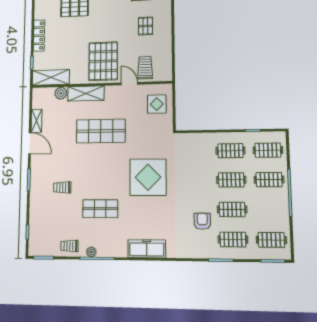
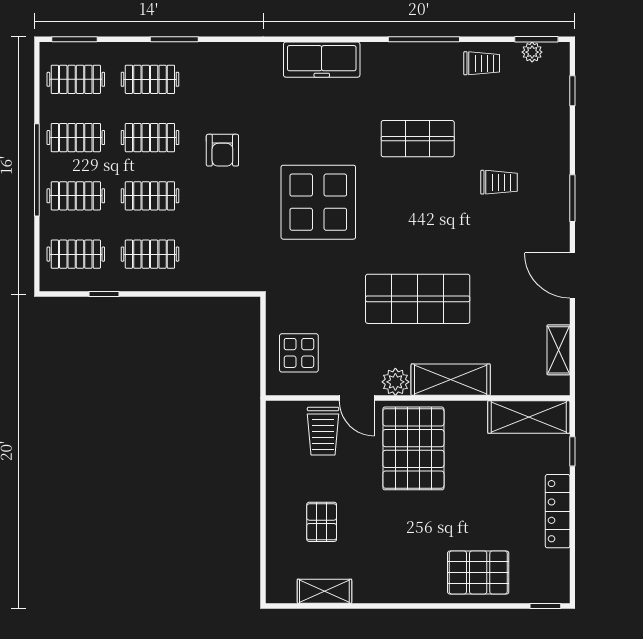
plant: (61, 93) -> (395, 382), moved
shelving: (37, 121) -> (558, 350), moved
clothes rail: (270, 210) -> (76, 138), added
armchair: (202, 221) -> (222, 150), moved
plant: (91, 252) -> (532, 52), moved

